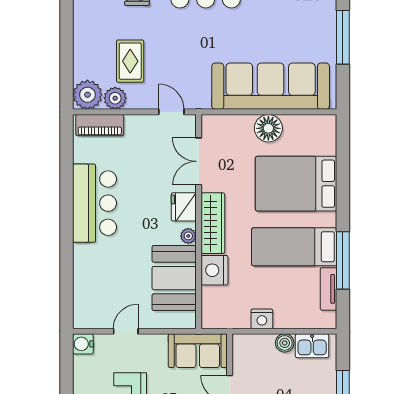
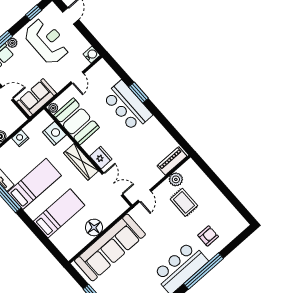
plant: (87, 95) -> (190, 170), removed
door: (171, 112) -> (145, 196), hinge flipped
bed: (296, 184) -> (59, 213), width x0.67
bar counter: (95, 203) -> (127, 106), moved
plant: (188, 236) -> (53, 108), moved
window: (67, 246) -> (138, 93), added
nightstand: (214, 270) -> (55, 133), moved

